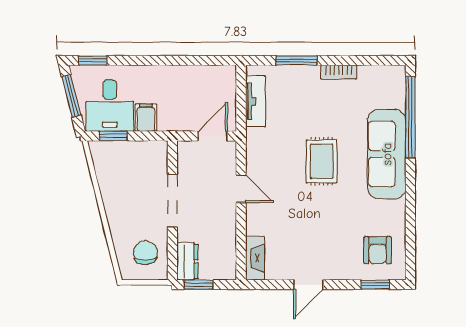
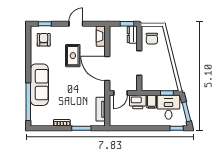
printer: (176, 117) -> (138, 102), added
rug: (322, 161) -> (73, 56), moved
door: (241, 189) -> (107, 68), width x1.87

